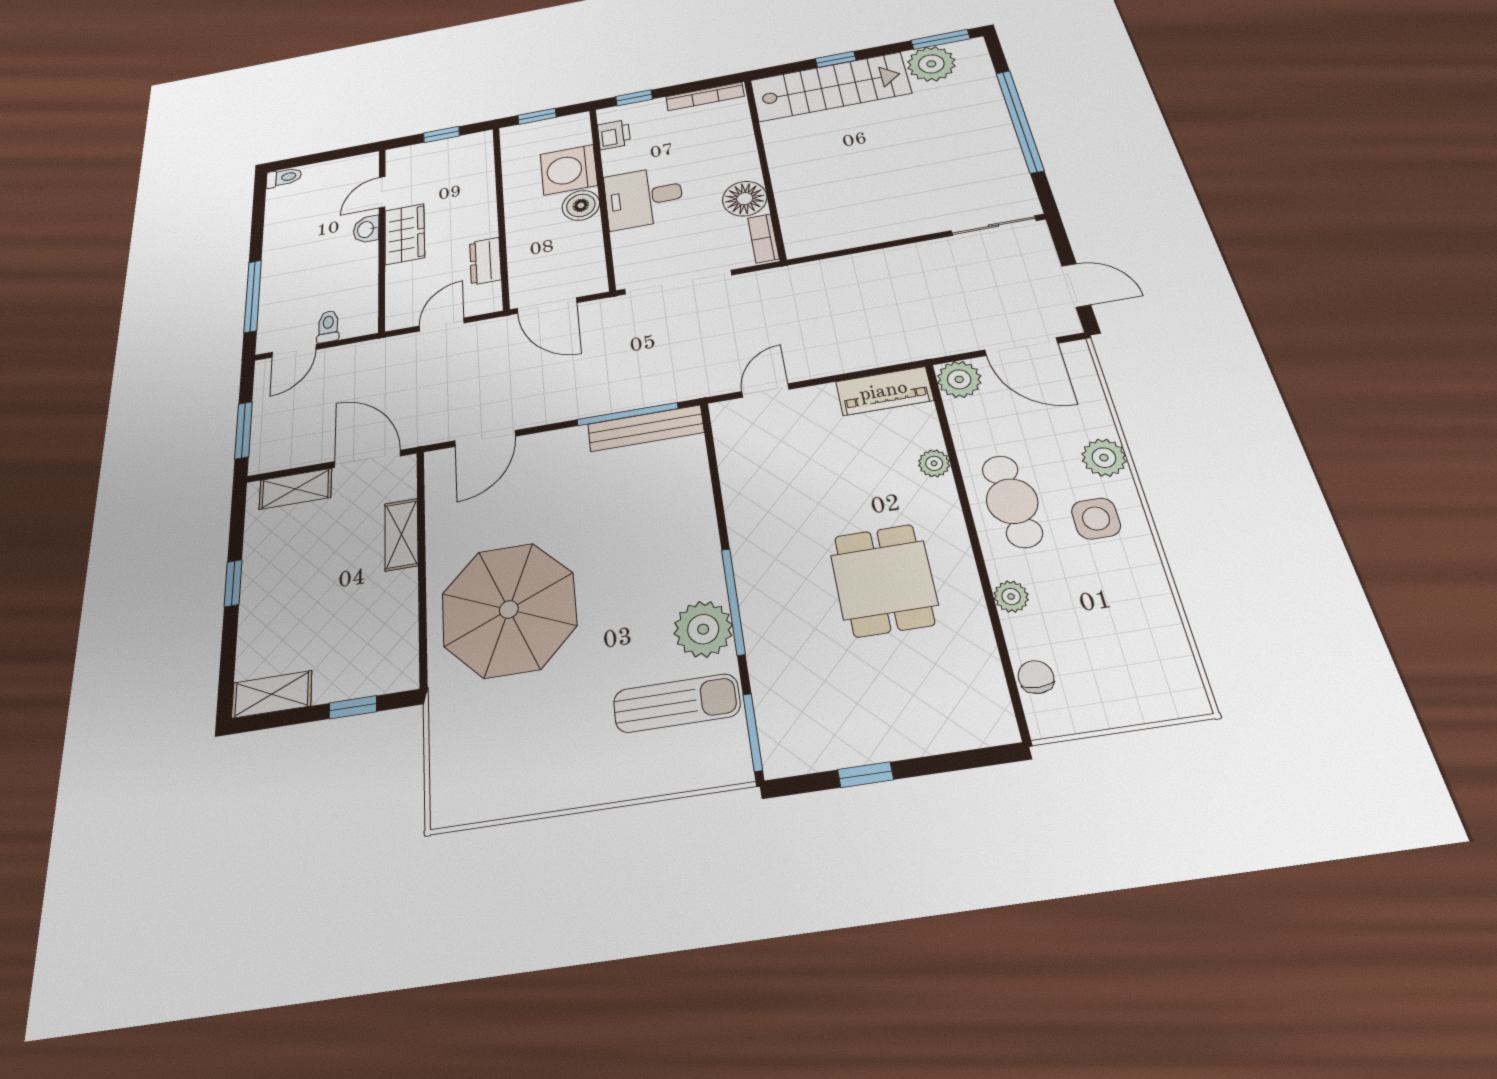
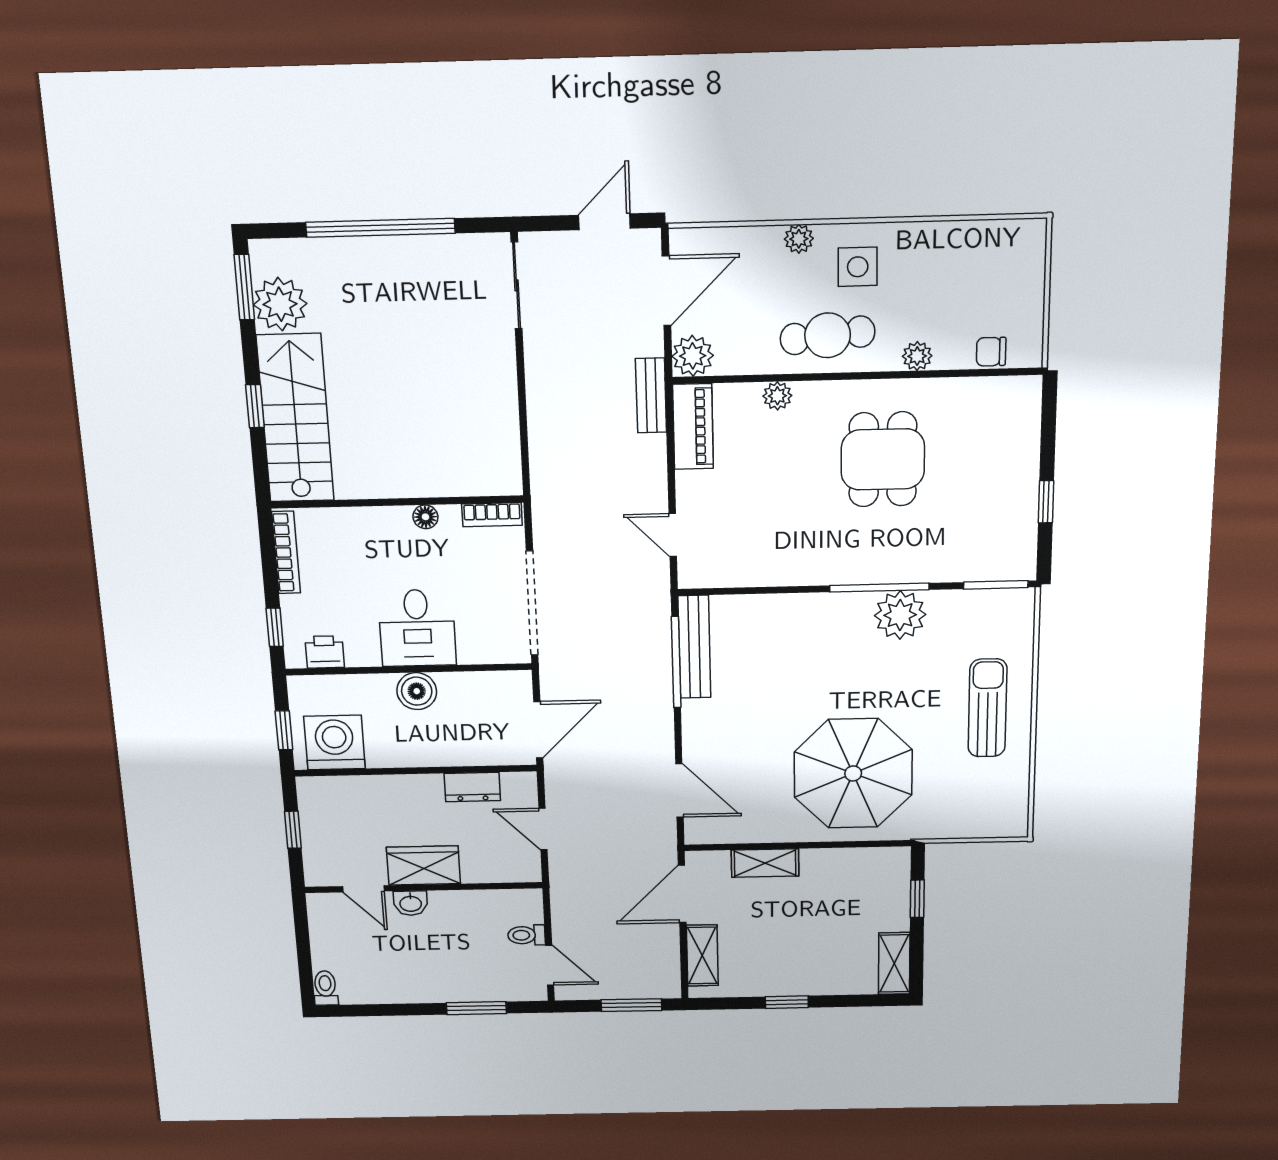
washing machine: (569, 170) -> (335, 743), moved, turned 180
floor lamp: (745, 199) -> (425, 517), width x0.53, depth x0.53
window: (253, 296) -> (476, 1008), width x0.69
bench: (909, 350) -> (651, 395), added
plant: (1104, 458) -> (799, 239), width x0.73, depth x0.73
dining table: (884, 580) -> (883, 459), turned 90
sun lounger: (677, 703) -> (987, 708), moved

